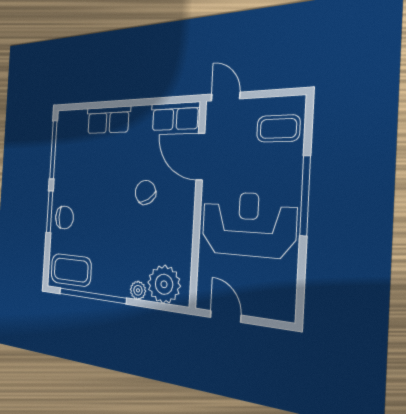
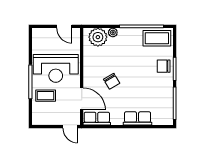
coffee table: (278, 128) -> (46, 96), moved

